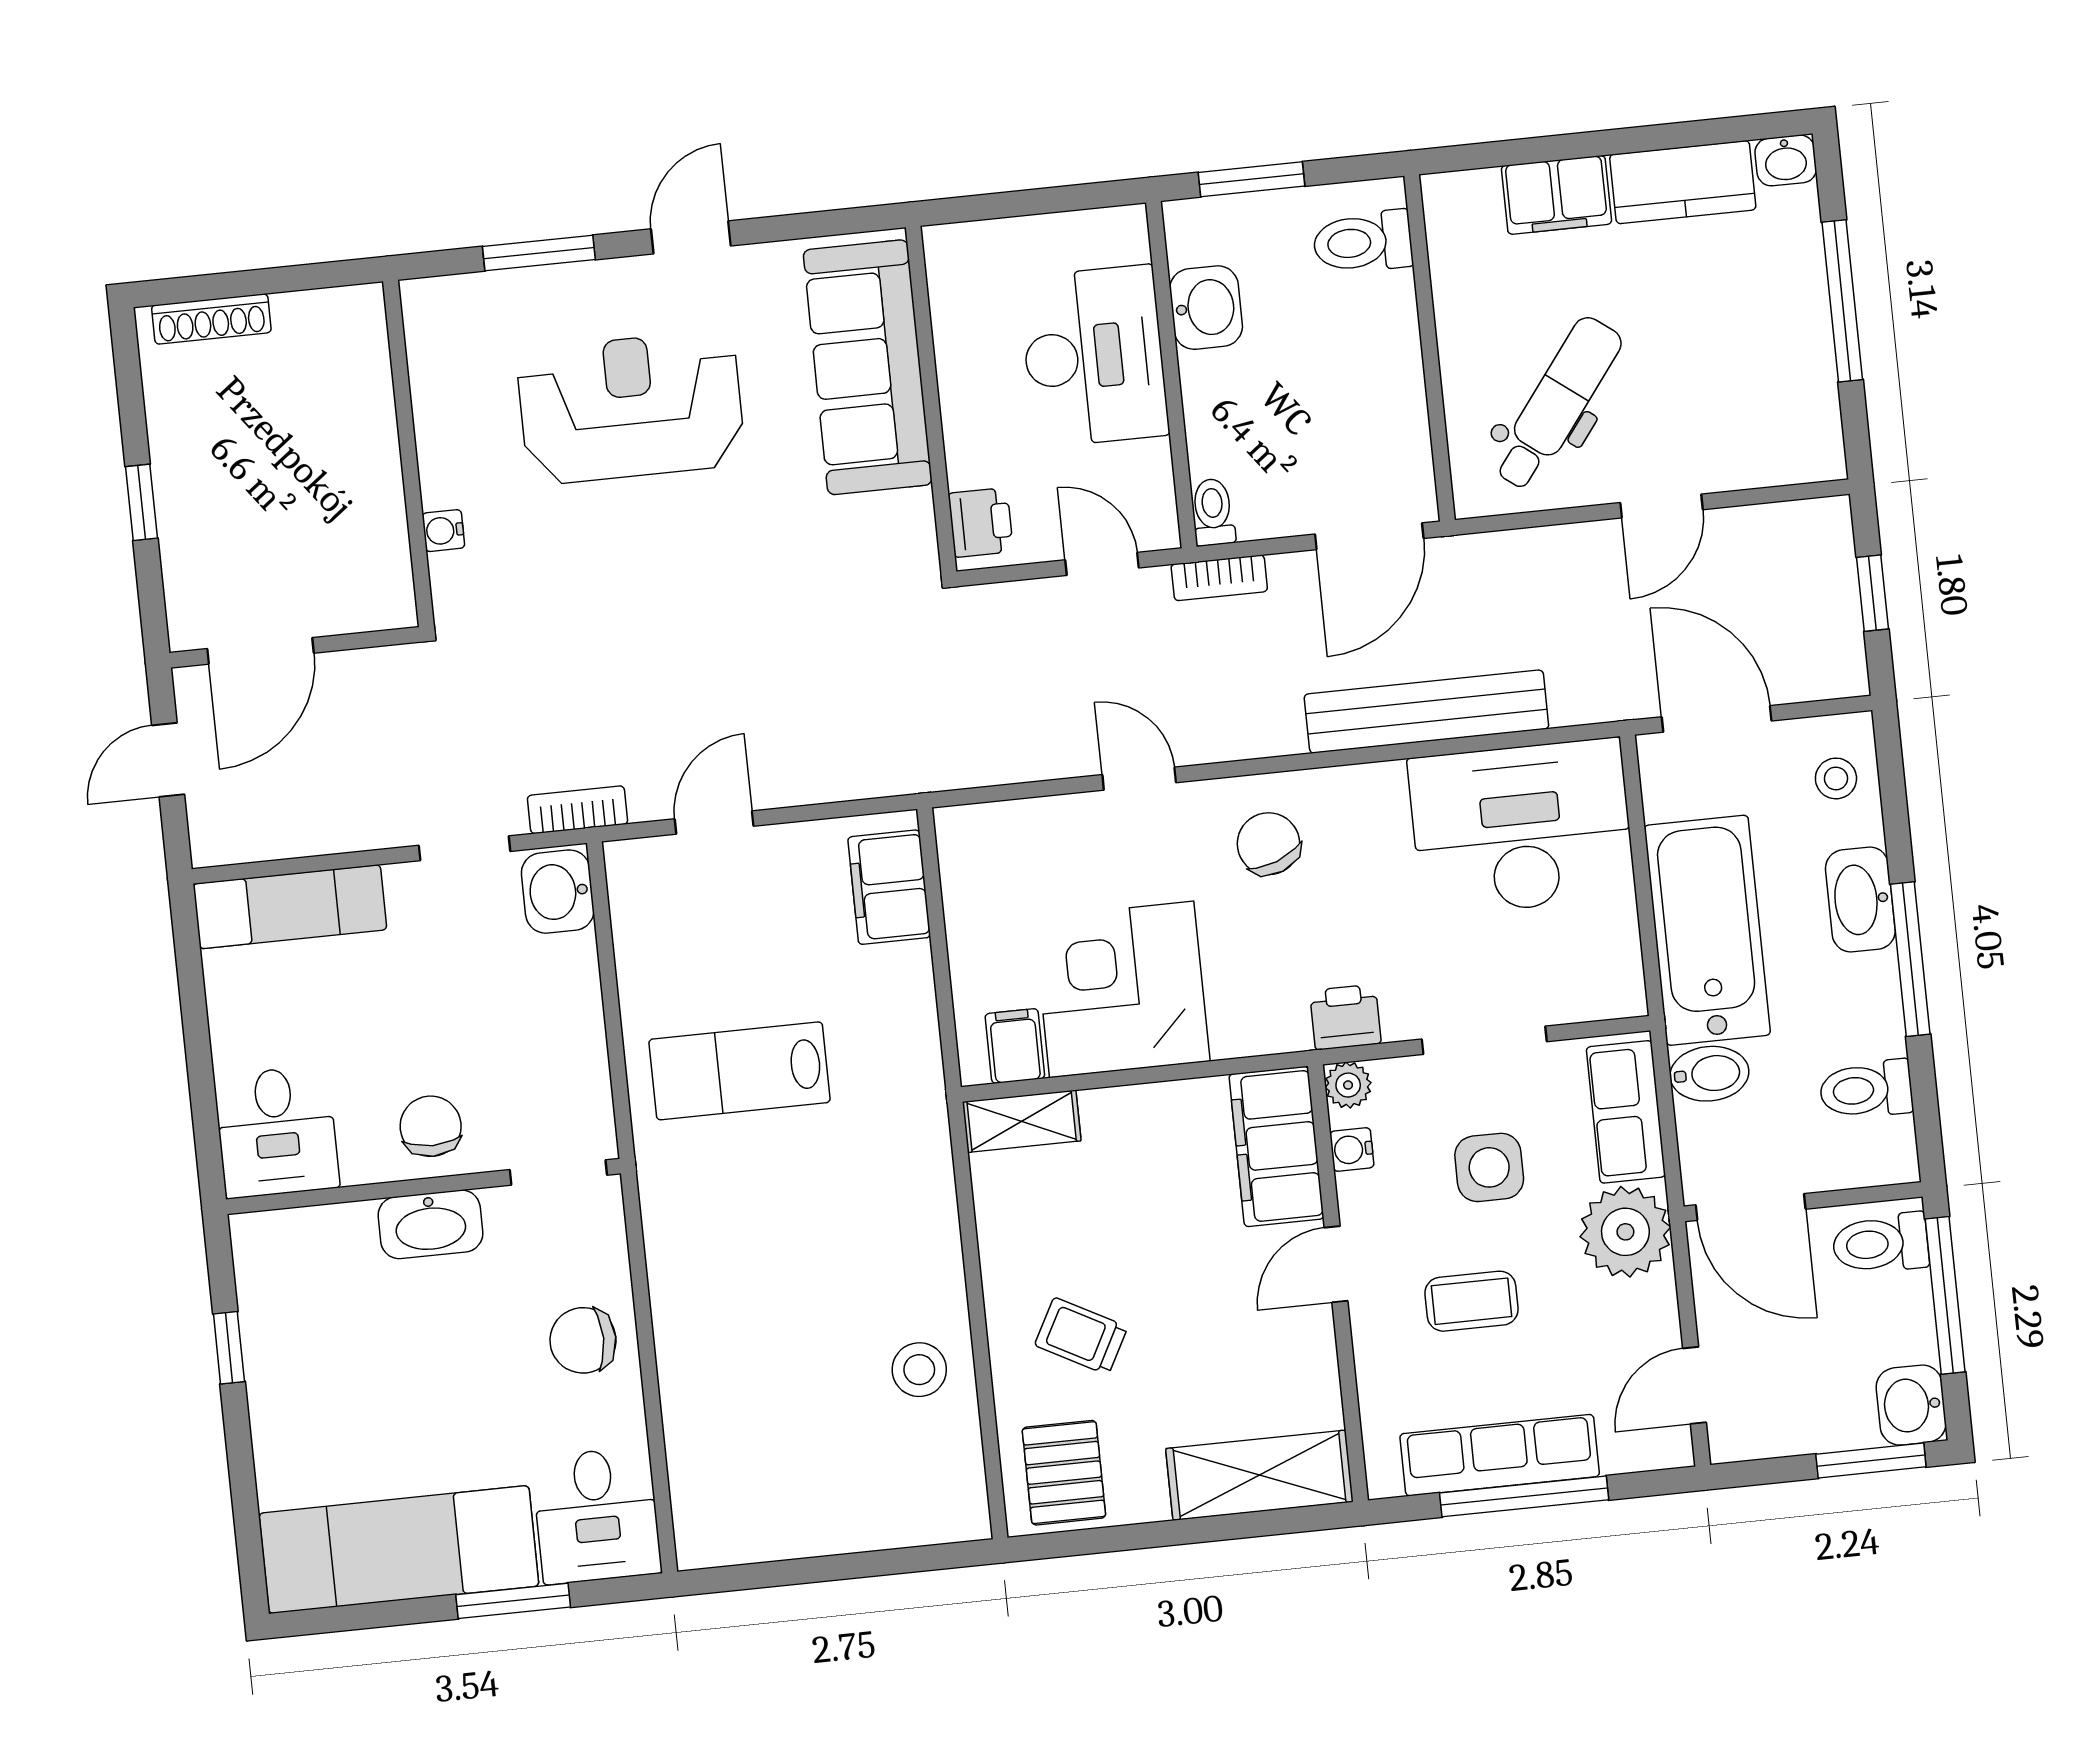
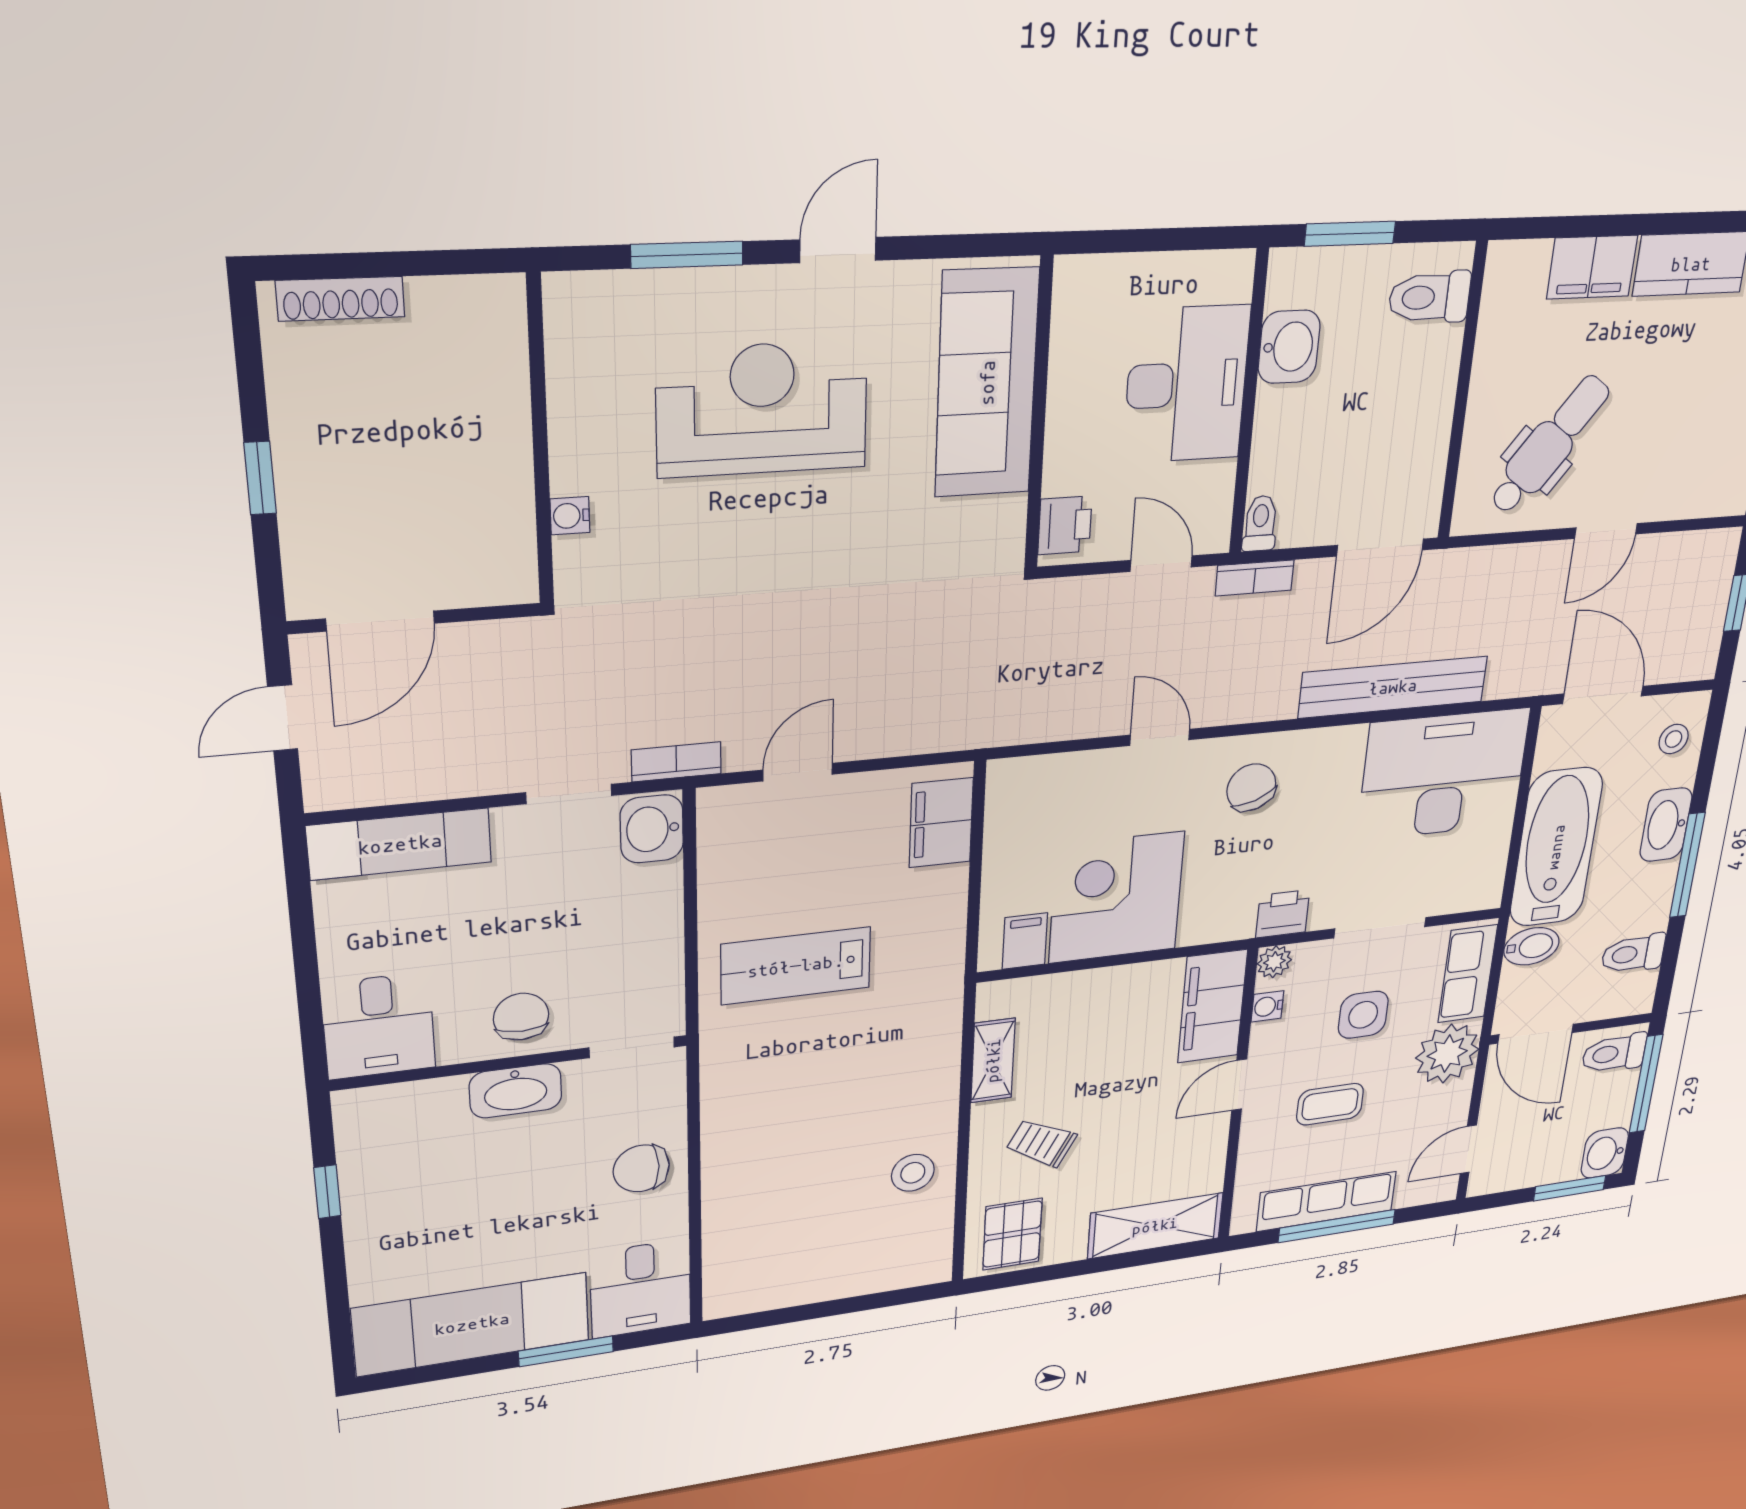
shelving: (1022, 1121) -> (993, 1061), moved, turned 90

